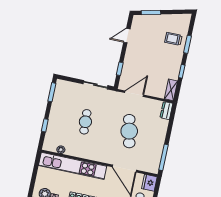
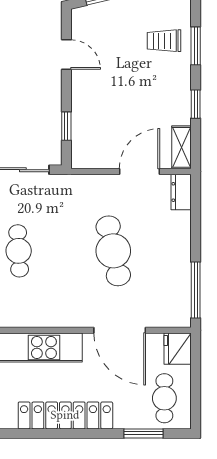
door: (127, 36) -> (66, 54), swing flipped
door: (134, 94) -> (140, 171), moved

